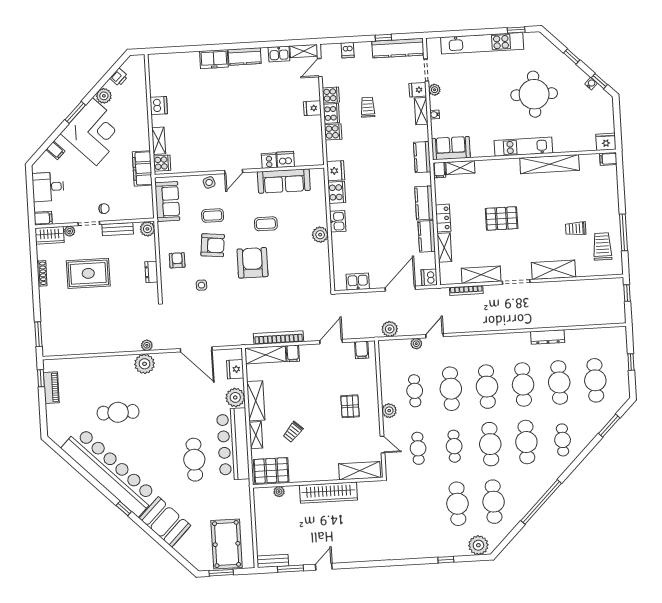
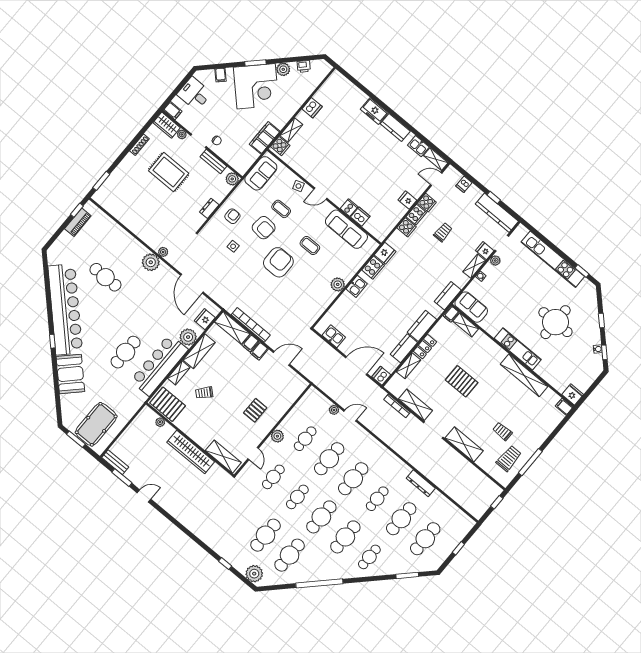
plant: (390, 329) -> (326, 385), removed
filing cabinet: (362, 350) -> (259, 351), moved
cafe table: (523, 385) -> (377, 499), width x0.73, depth x0.74

